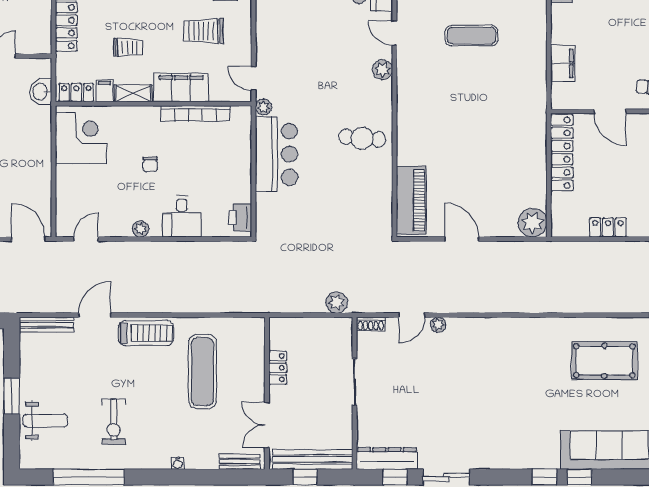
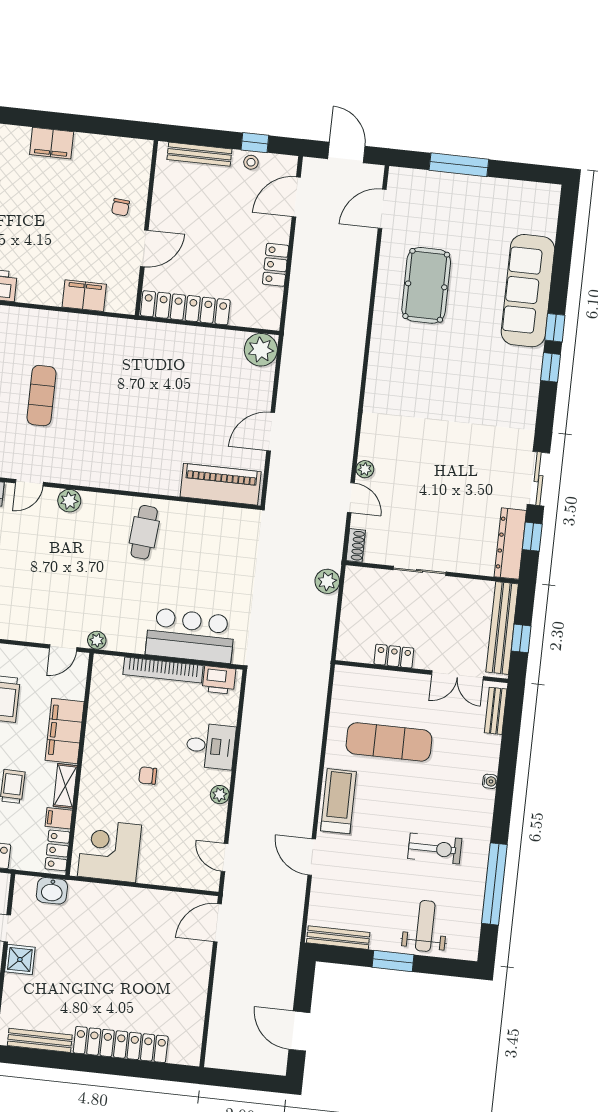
bookcase: (195, 113) -> (163, 670), moved, turned 90
bar counter: (276, 154) -> (190, 636), moved
chair: (150, 164) -> (148, 776), turned 180
bench: (46, 325) -> (338, 938), moved, turned 90

